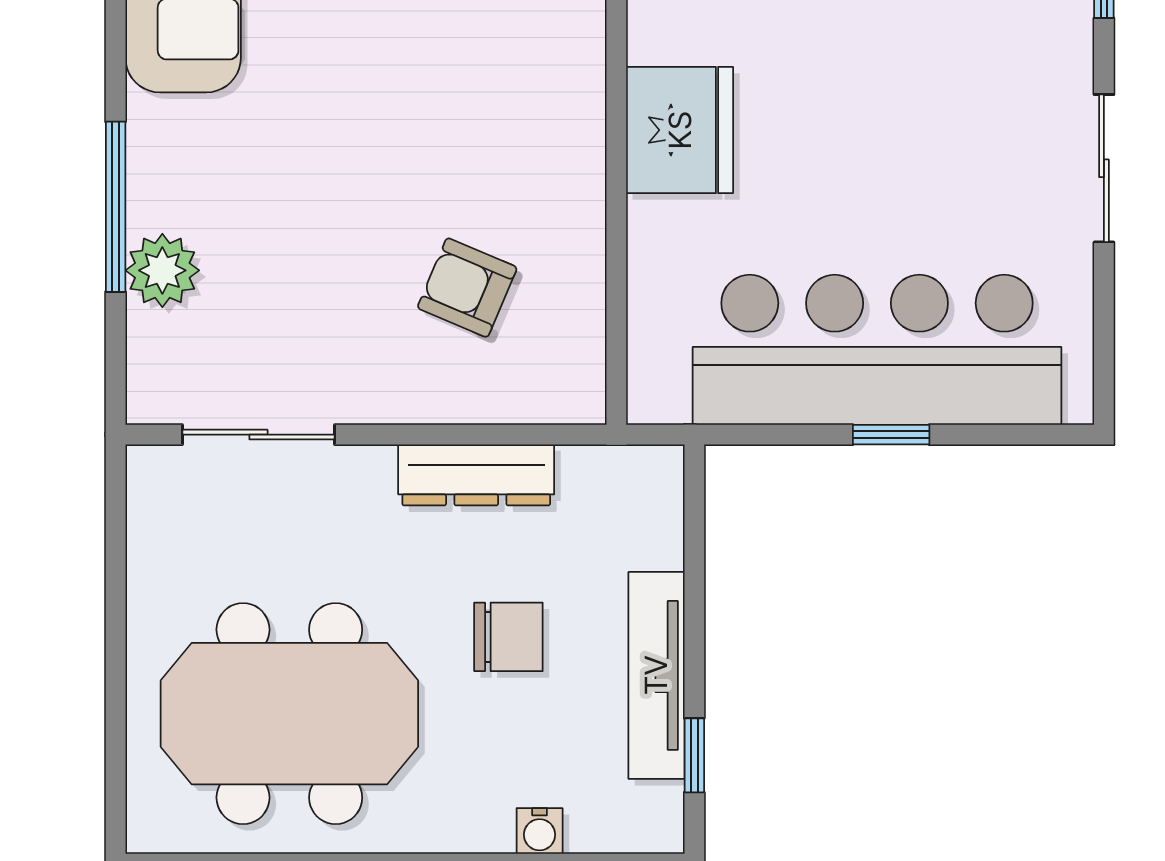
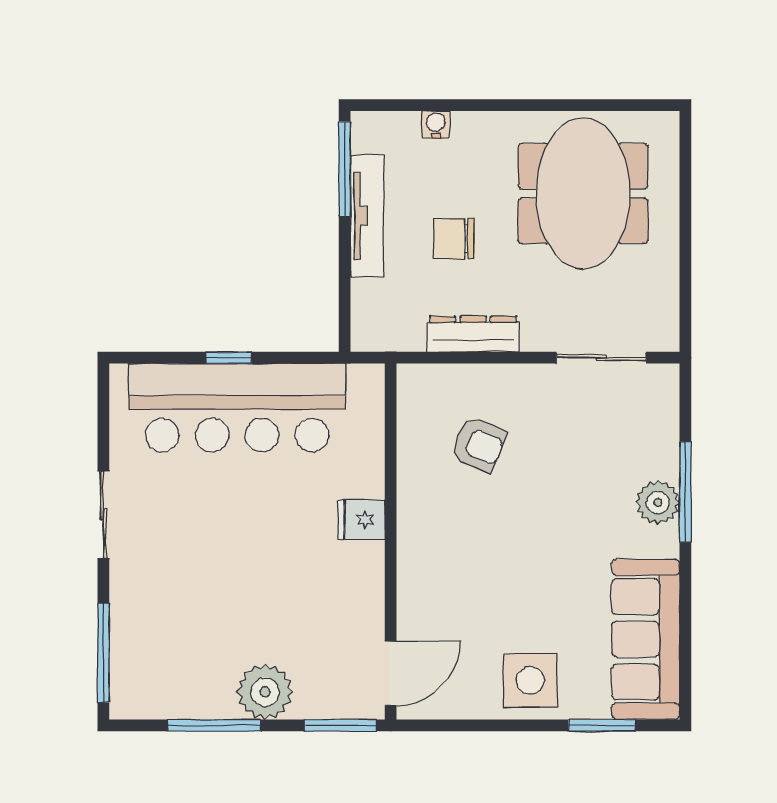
fridge: (680, 130) -> (361, 520), width x0.53, depth x0.75
plant: (162, 270) -> (658, 502), moved
meeting table: (289, 714) -> (583, 193), turned 90
window: (694, 755) -> (345, 169), width x2.17

